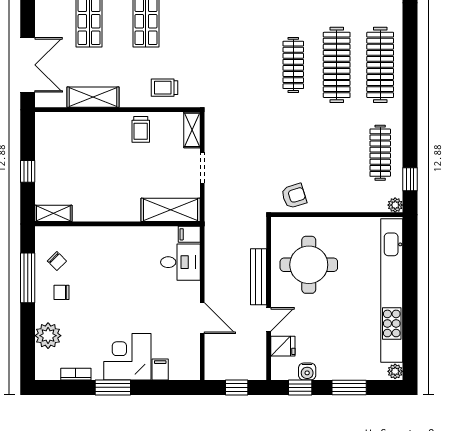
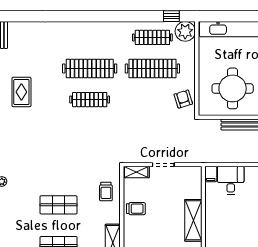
clothes rail: (380, 65) -> (152, 68), moved
plant: (395, 205) -> (185, 31), width x1.87, depth x1.87
shelving: (171, 210) -> (193, 220), moved

